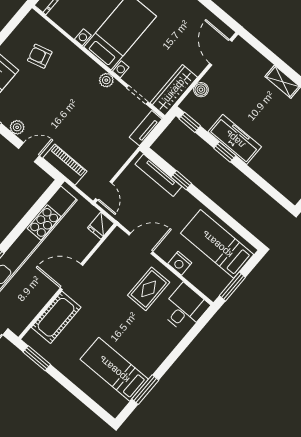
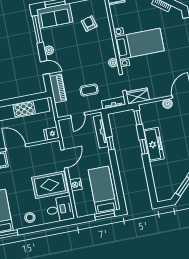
wardrobe: (174, 90) -> (138, 96), width x0.67
boiler: (201, 90) -> (167, 104), moved
coffee table: (104, 136) -> (89, 90), added
door: (104, 191) -> (78, 115), moved
door: (141, 243) -> (64, 159), hinge flipped
window: (232, 286) -> (105, 215), moved
rug: (149, 289) -> (50, 185), width x1.36, depth x1.43
stool: (156, 348) -> (30, 218), added

